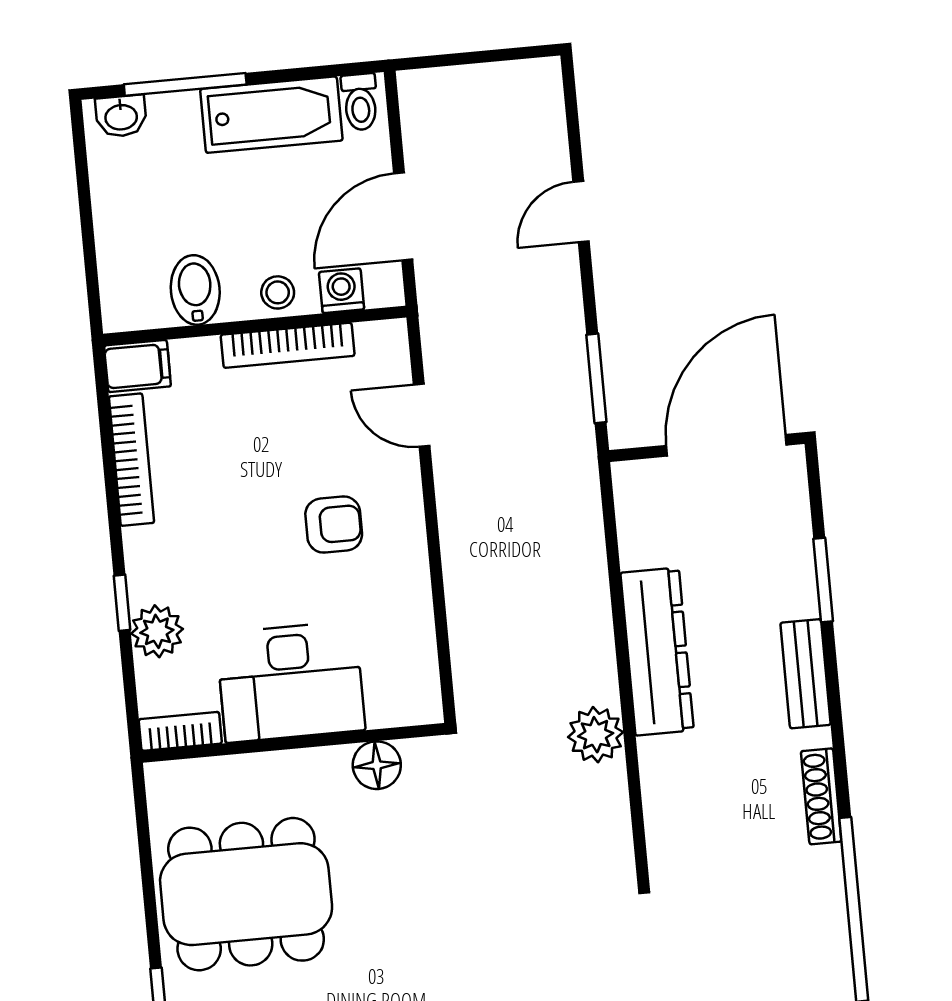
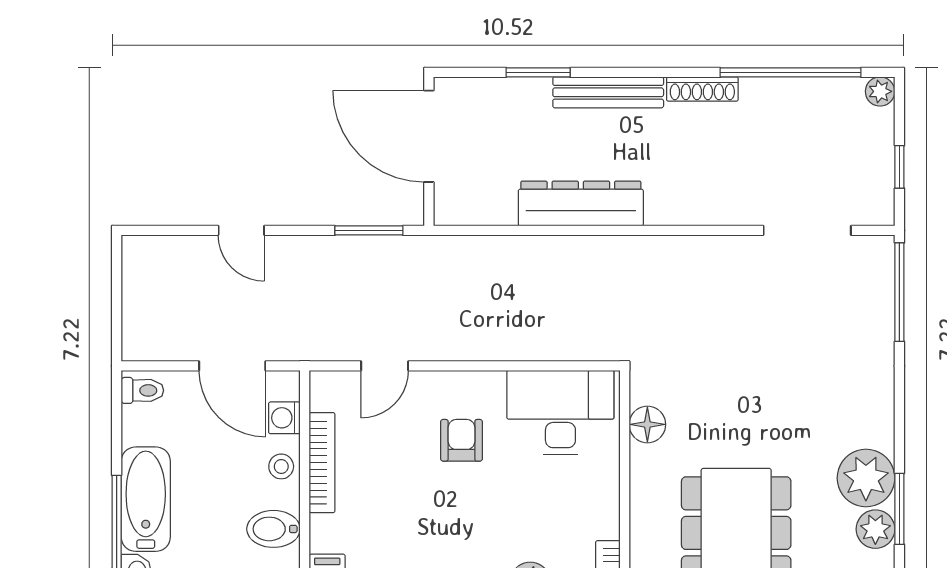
bathtub: (271, 115) -> (146, 499), moved
bench: (805, 674) -> (608, 92), width x1.36
desk: (291, 682) -> (560, 412), moved, turned -90
plant: (596, 735) -> (640, 256), removed

